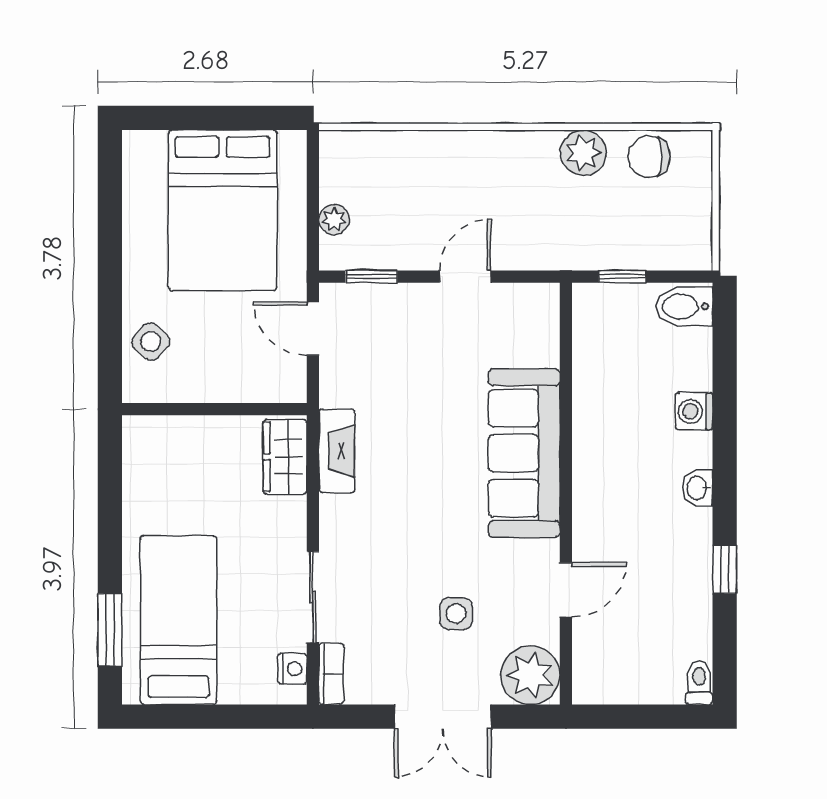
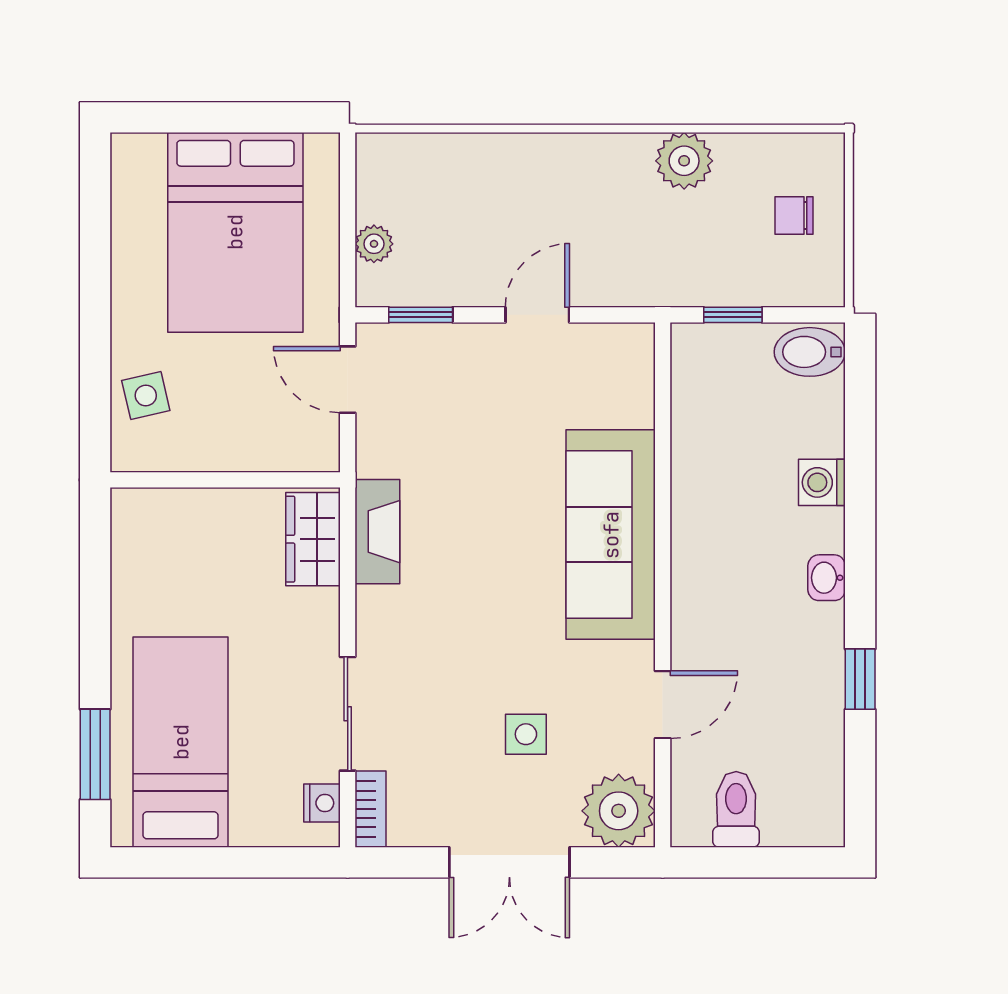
chair: (649, 157) -> (794, 216), moved, width x0.73, depth x0.73
side table: (151, 341) -> (146, 396), turned 35
toilet: (699, 682) -> (736, 809), moved, width x1.37, depth x1.39

